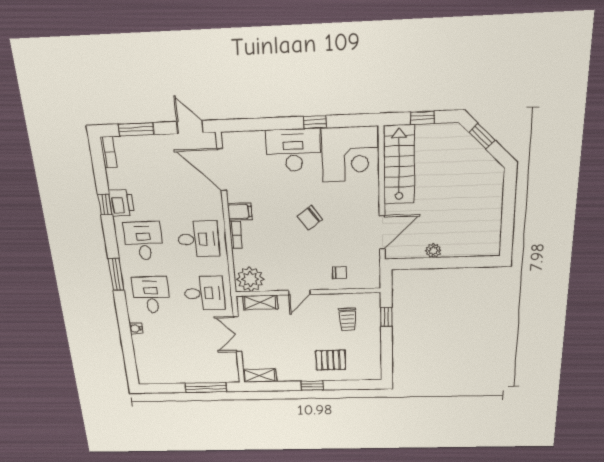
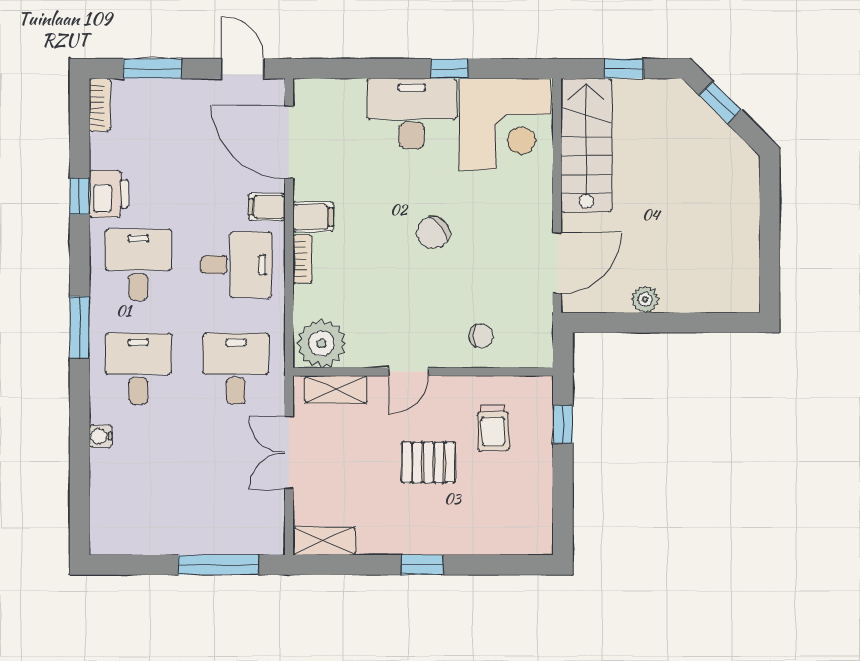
filing cabinet: (213, 207) -> (267, 207), added
desk: (204, 293) -> (236, 369), turned -90
pallet: (331, 360) -> (428, 462), moved

